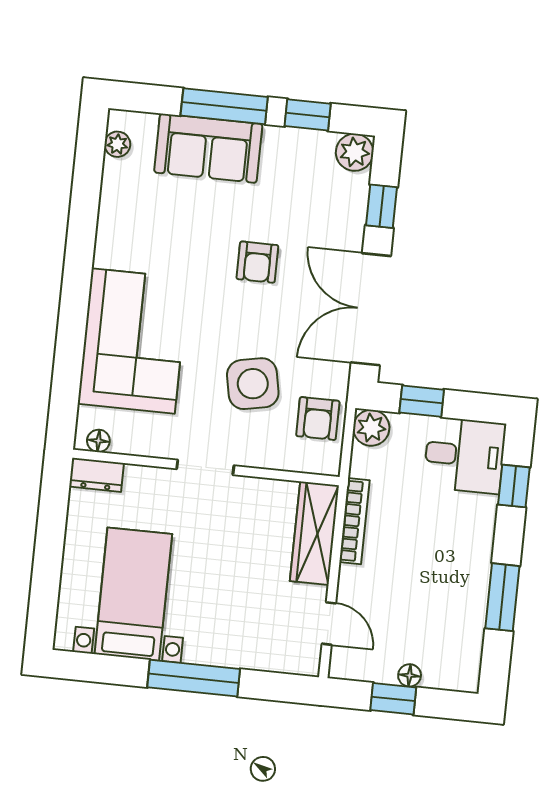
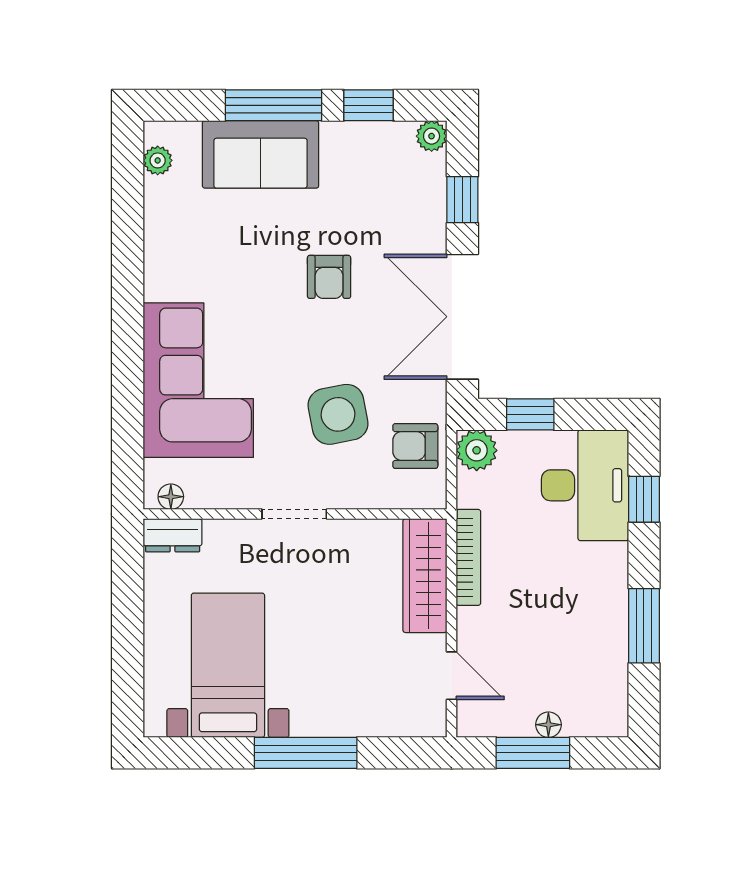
plant: (355, 152) -> (432, 136), width x0.73, depth x0.73
armchair: (318, 419) -> (415, 446), turned 90
desk: (465, 455) -> (585, 485), width x1.37
window: (393, 699) -> (533, 753), width x1.50

